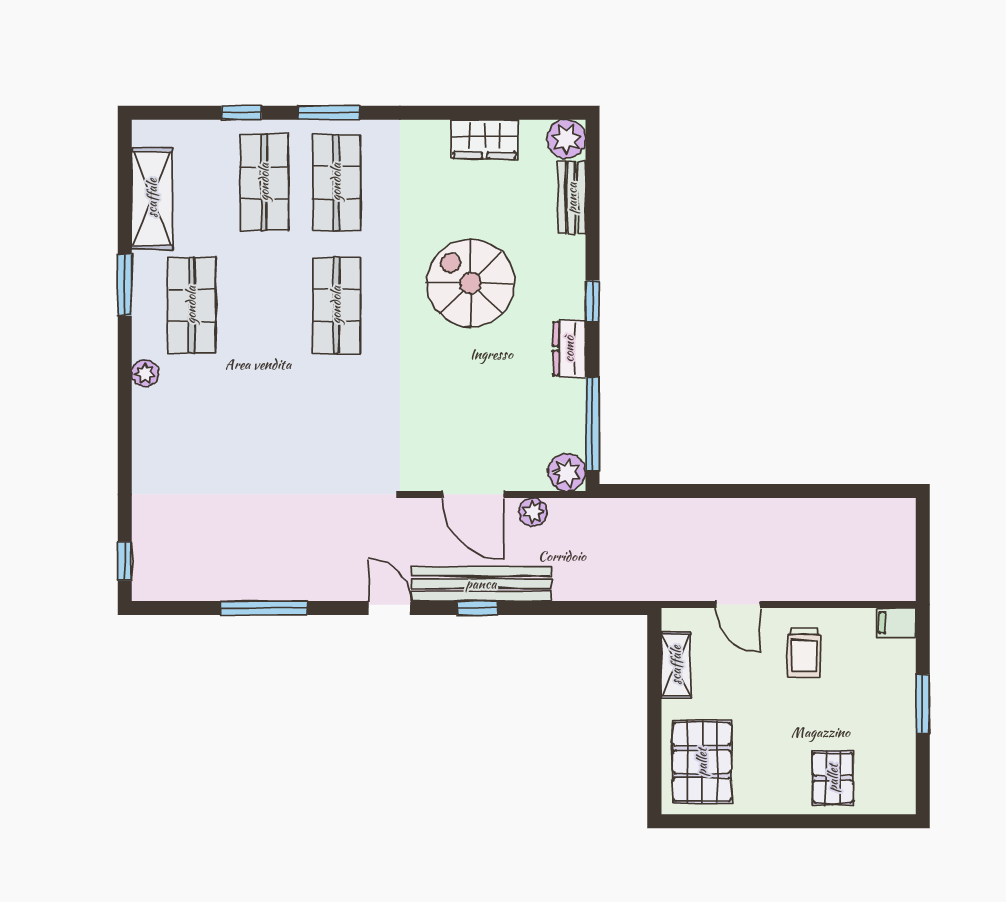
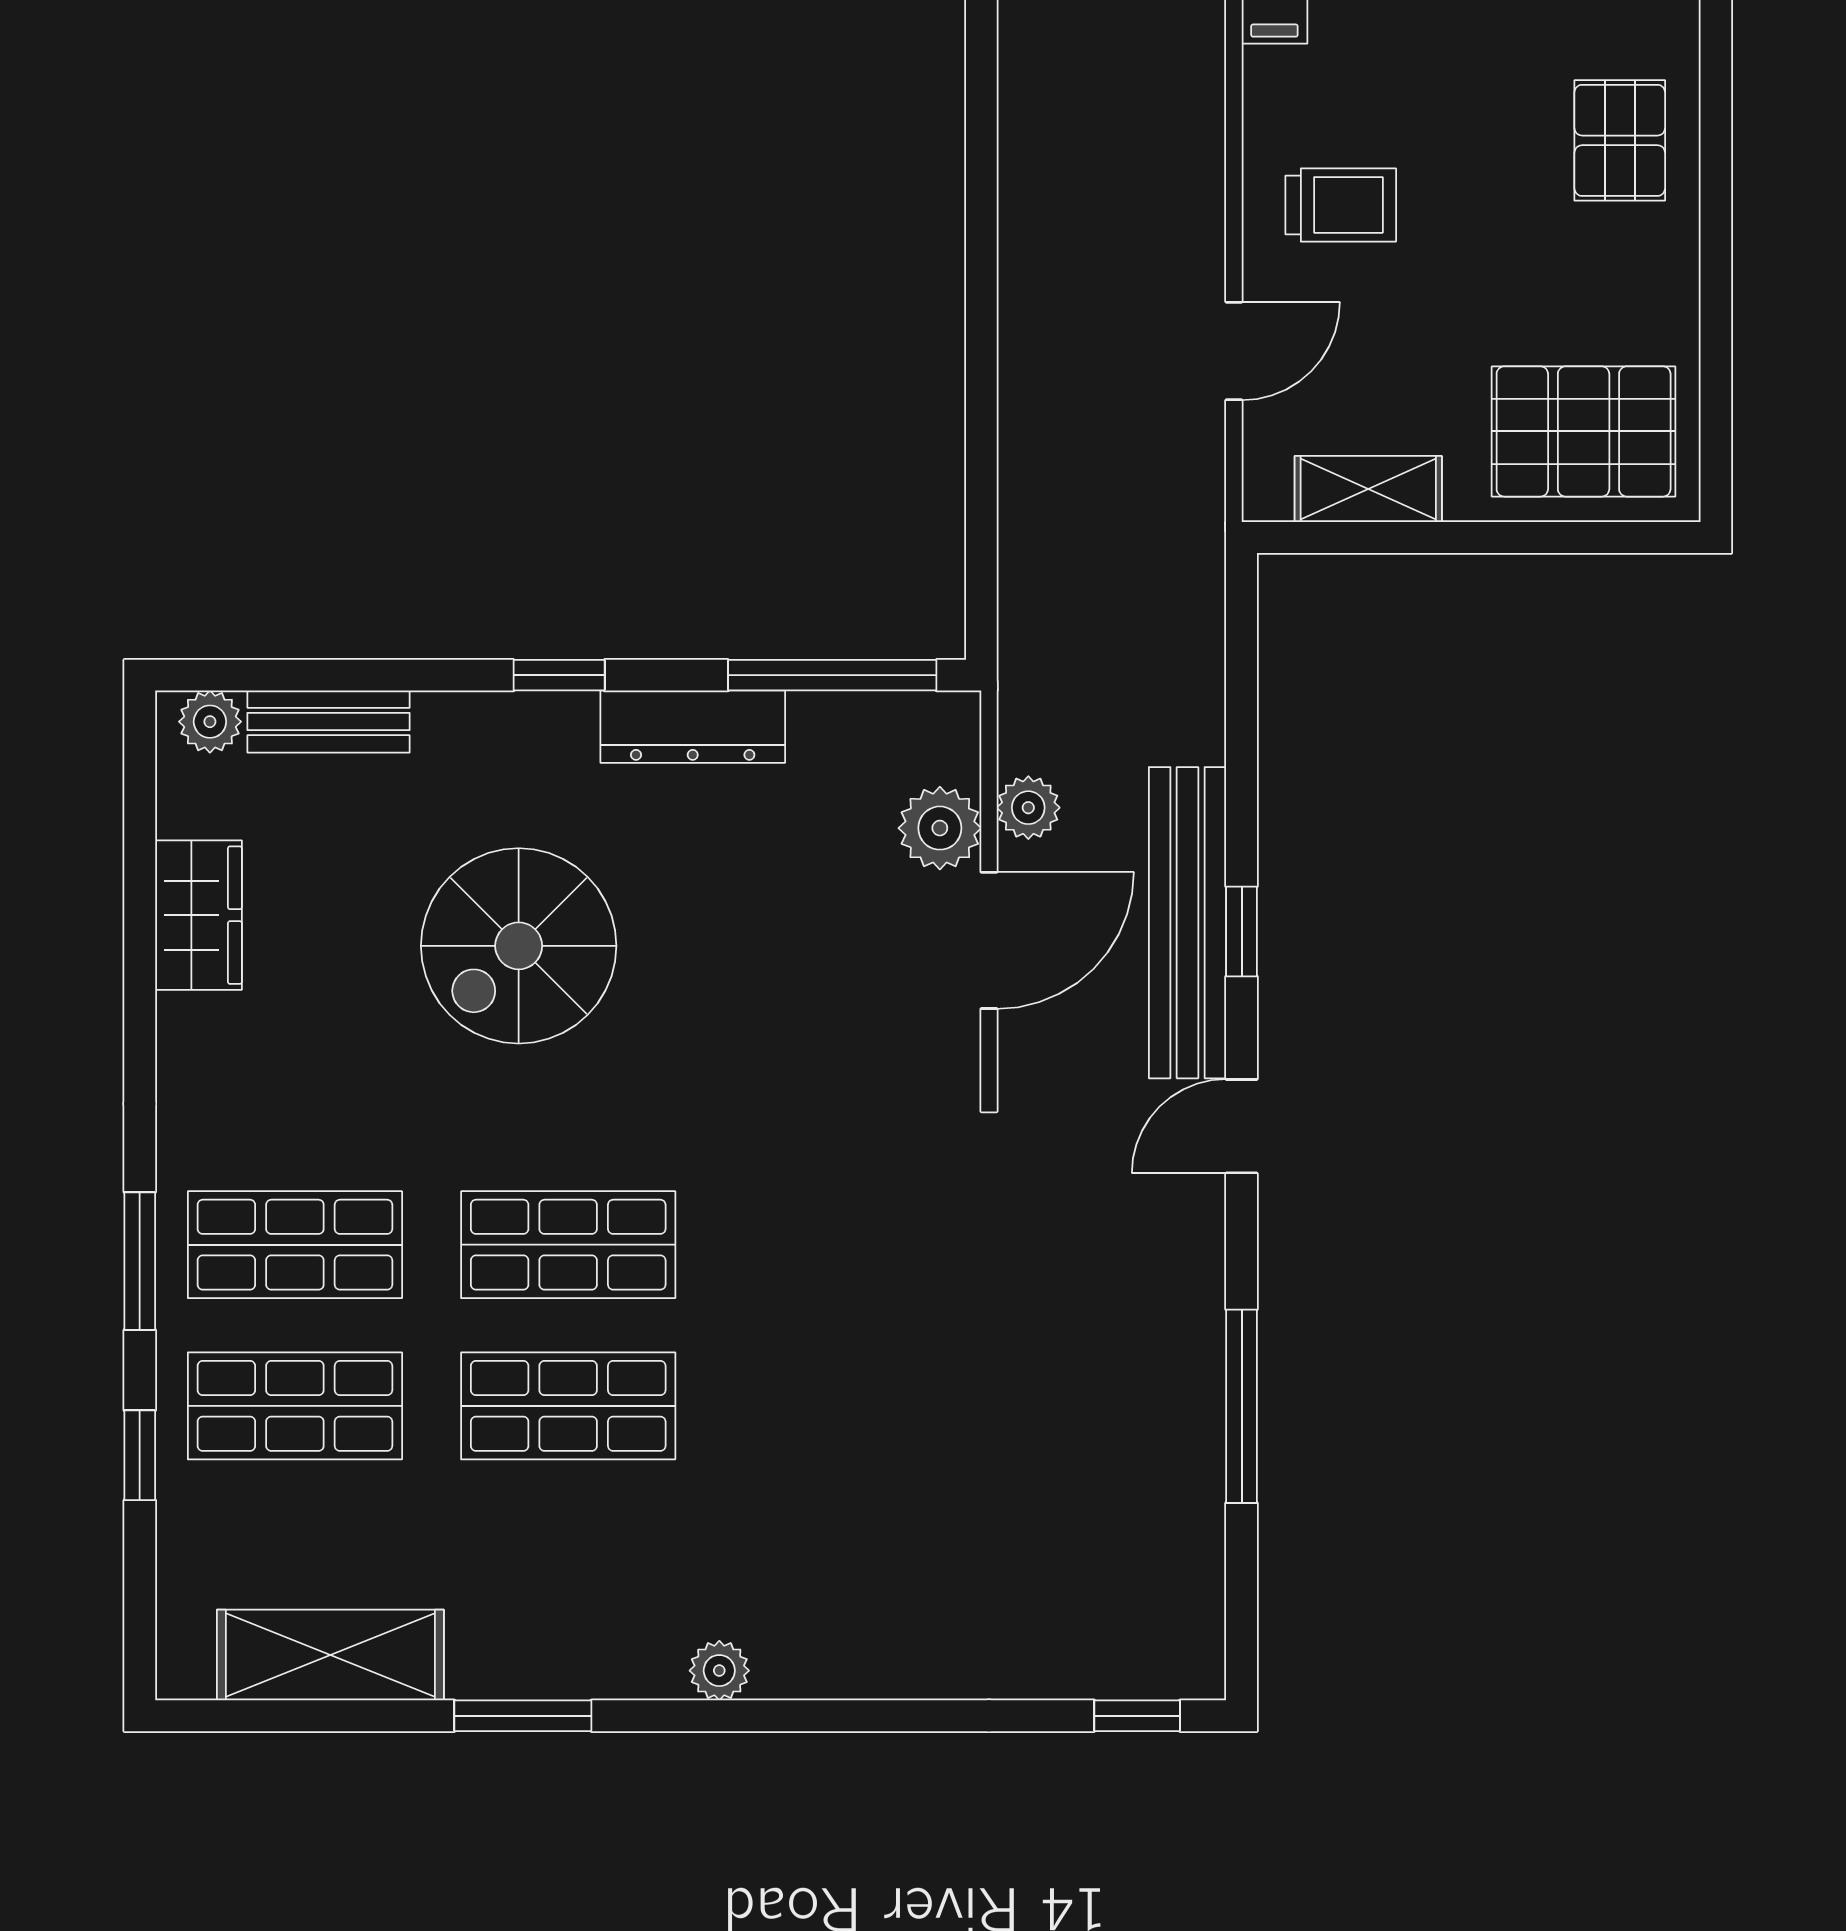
plant: (566, 139) -> (210, 722), width x0.73, depth x0.73
shop shelf: (191, 305) -> (568, 1406), moved
dresser: (569, 349) -> (693, 727), width x1.44
plant: (567, 472) -> (940, 828), moved
pallet: (833, 778) -> (1620, 140), turned 90

